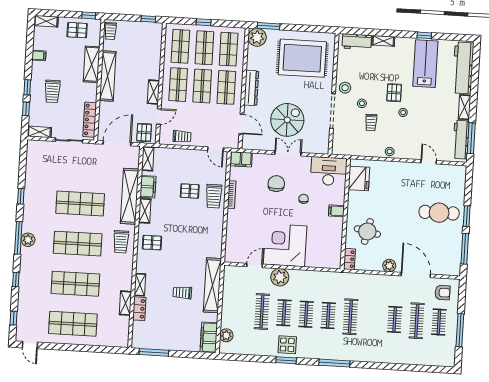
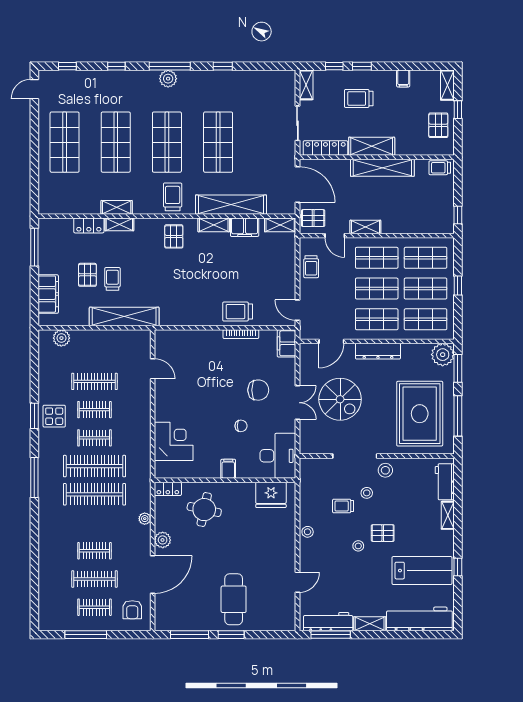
window: (89, 15) -> (458, 110), moved
window: (306, 28) -> (458, 416), added
shelving: (92, 64) -> (372, 146), moved
door: (216, 149) -> (297, 310), hinge flipped
pallet: (190, 191) -> (87, 275), moved
trolley: (121, 242) -> (173, 197), turned 90
corner desk: (285, 245) -> (174, 441), moved, width x0.74, depth x0.74
plant: (280, 277) -> (145, 519), moved, width x0.53, depth x0.53
shelving: (125, 303) -> (117, 207), moved
clothes rail: (328, 315) -> (94, 466), width x1.86, depth x1.31
clothes rail: (350, 317) -> (94, 494), width x1.37, depth x1.31
filing cabinet: (209, 337) -> (48, 294), moved, turned 90

